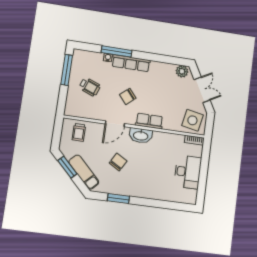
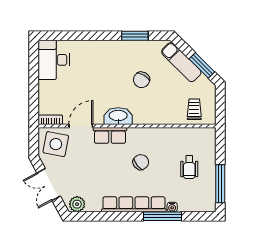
row of seats: (131, 63) -> (134, 204), width x1.36
wheelchair: (90, 87) -> (189, 167), turned -111
door: (115, 124) -> (81, 126), moved
desk: (188, 172) -> (54, 60), moved

